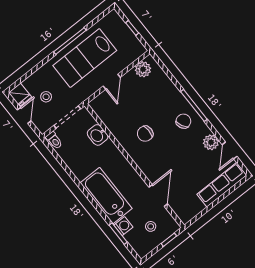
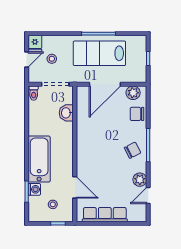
door: (112, 82) -> (105, 84), width x1.87
chair: (145, 134) -> (137, 114), moved
row of seats: (222, 185) -> (105, 215), moved
door: (158, 196) -> (75, 187), hinge flipped

